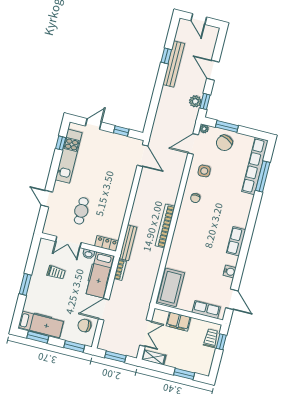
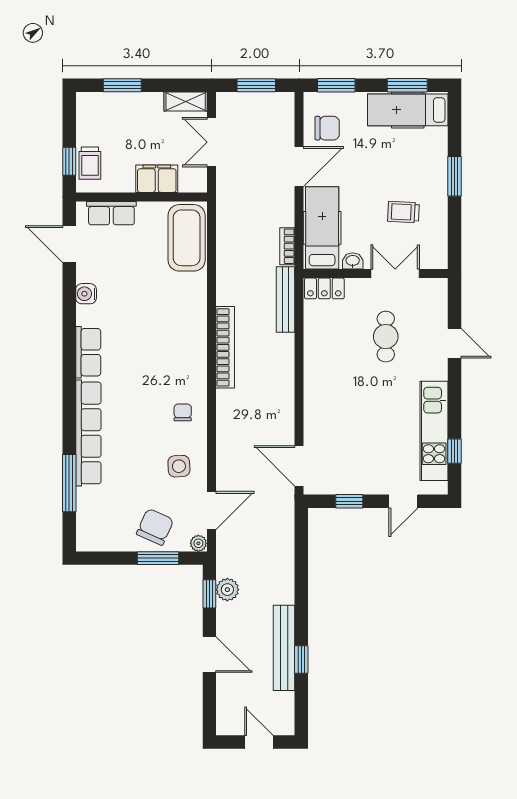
row of seats: (255, 166) -> (88, 433), moved

